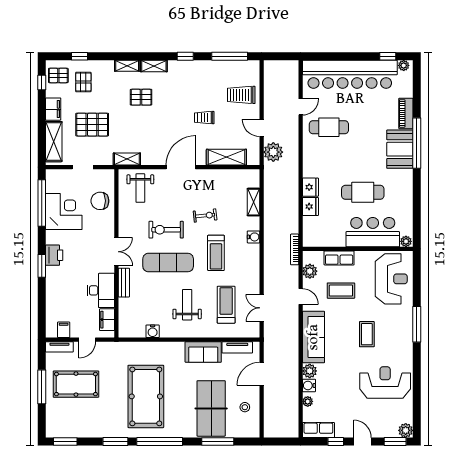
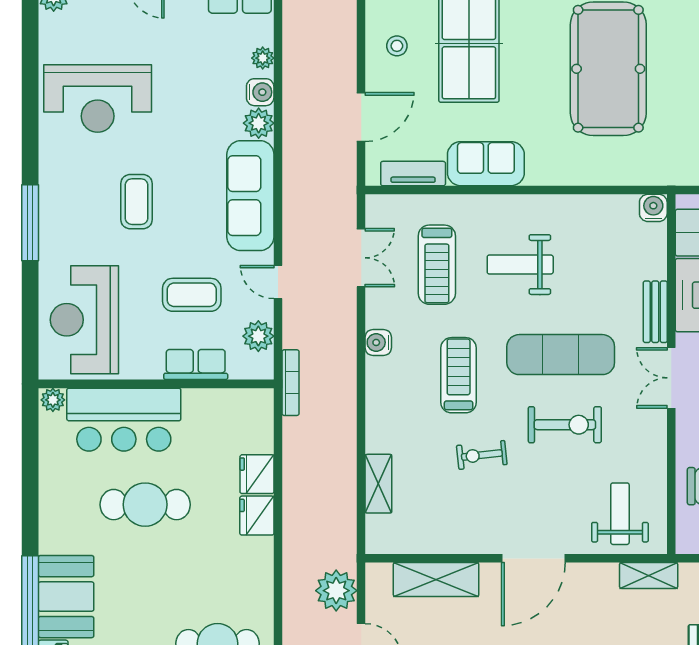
water cooler: (254, 237) -> (378, 342), moved
weight bench: (187, 305) -> (520, 265), turned 90
water cooler: (153, 331) -> (653, 208), moved

